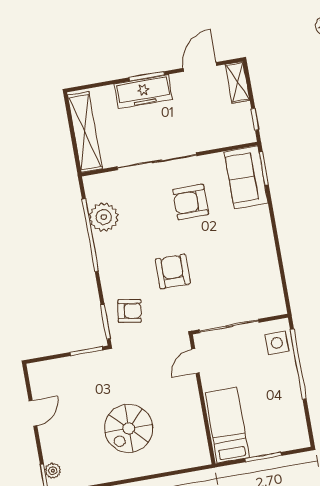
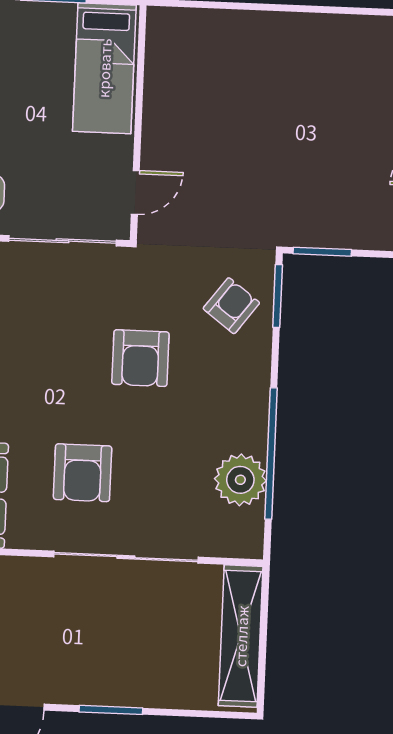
freezer: (143, 92) -> (123, 684), removed
armchair: (191, 202) -> (83, 473), turned 90
armchair: (130, 311) -> (231, 306), turned 118
spiral stairs: (129, 428) -> (278, 100), removed

